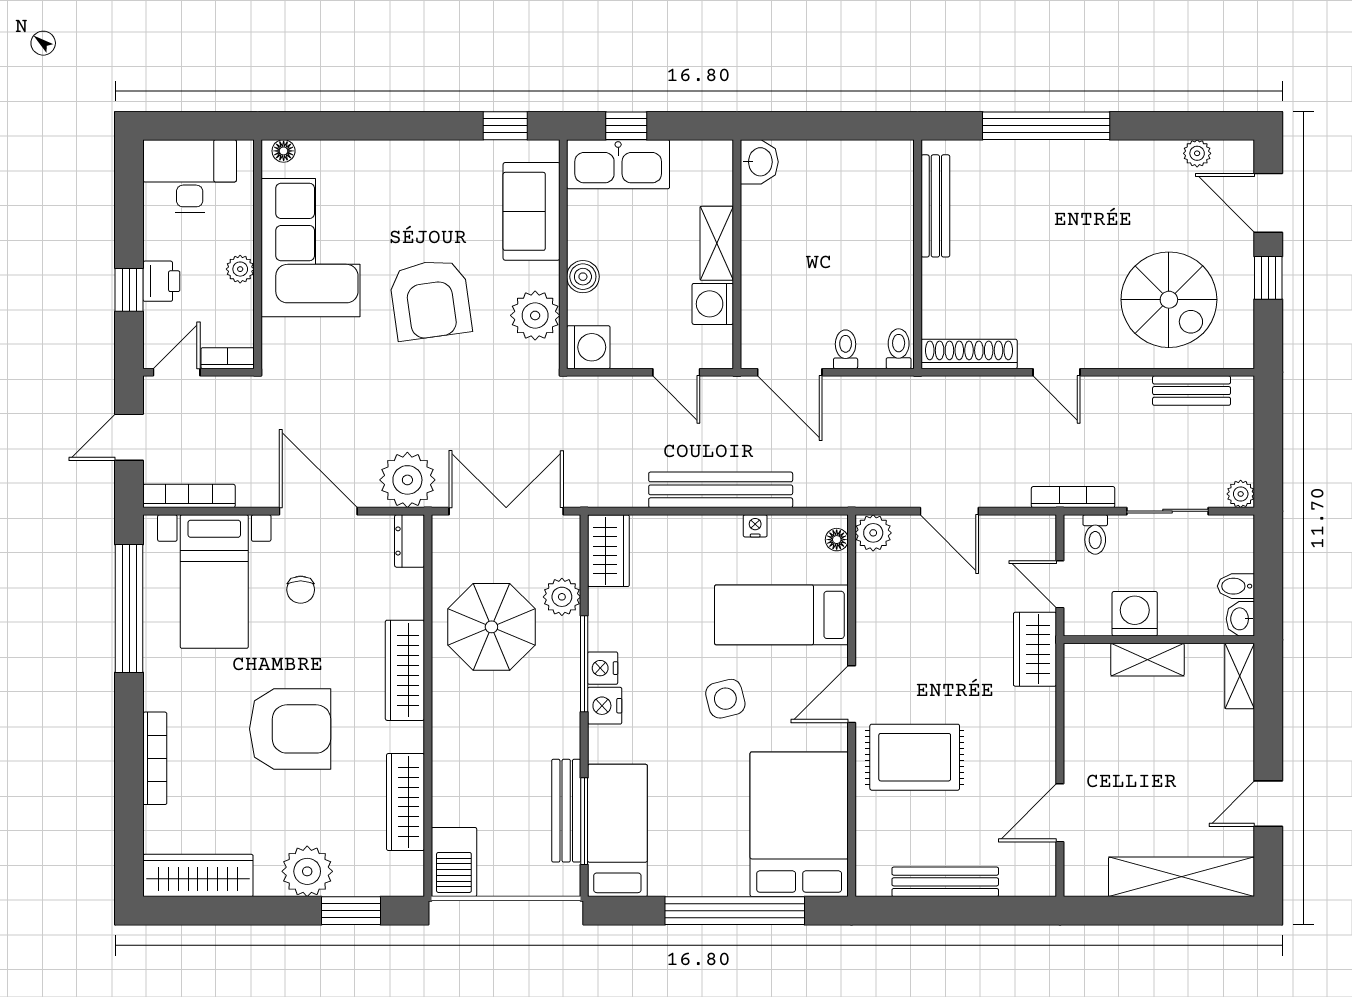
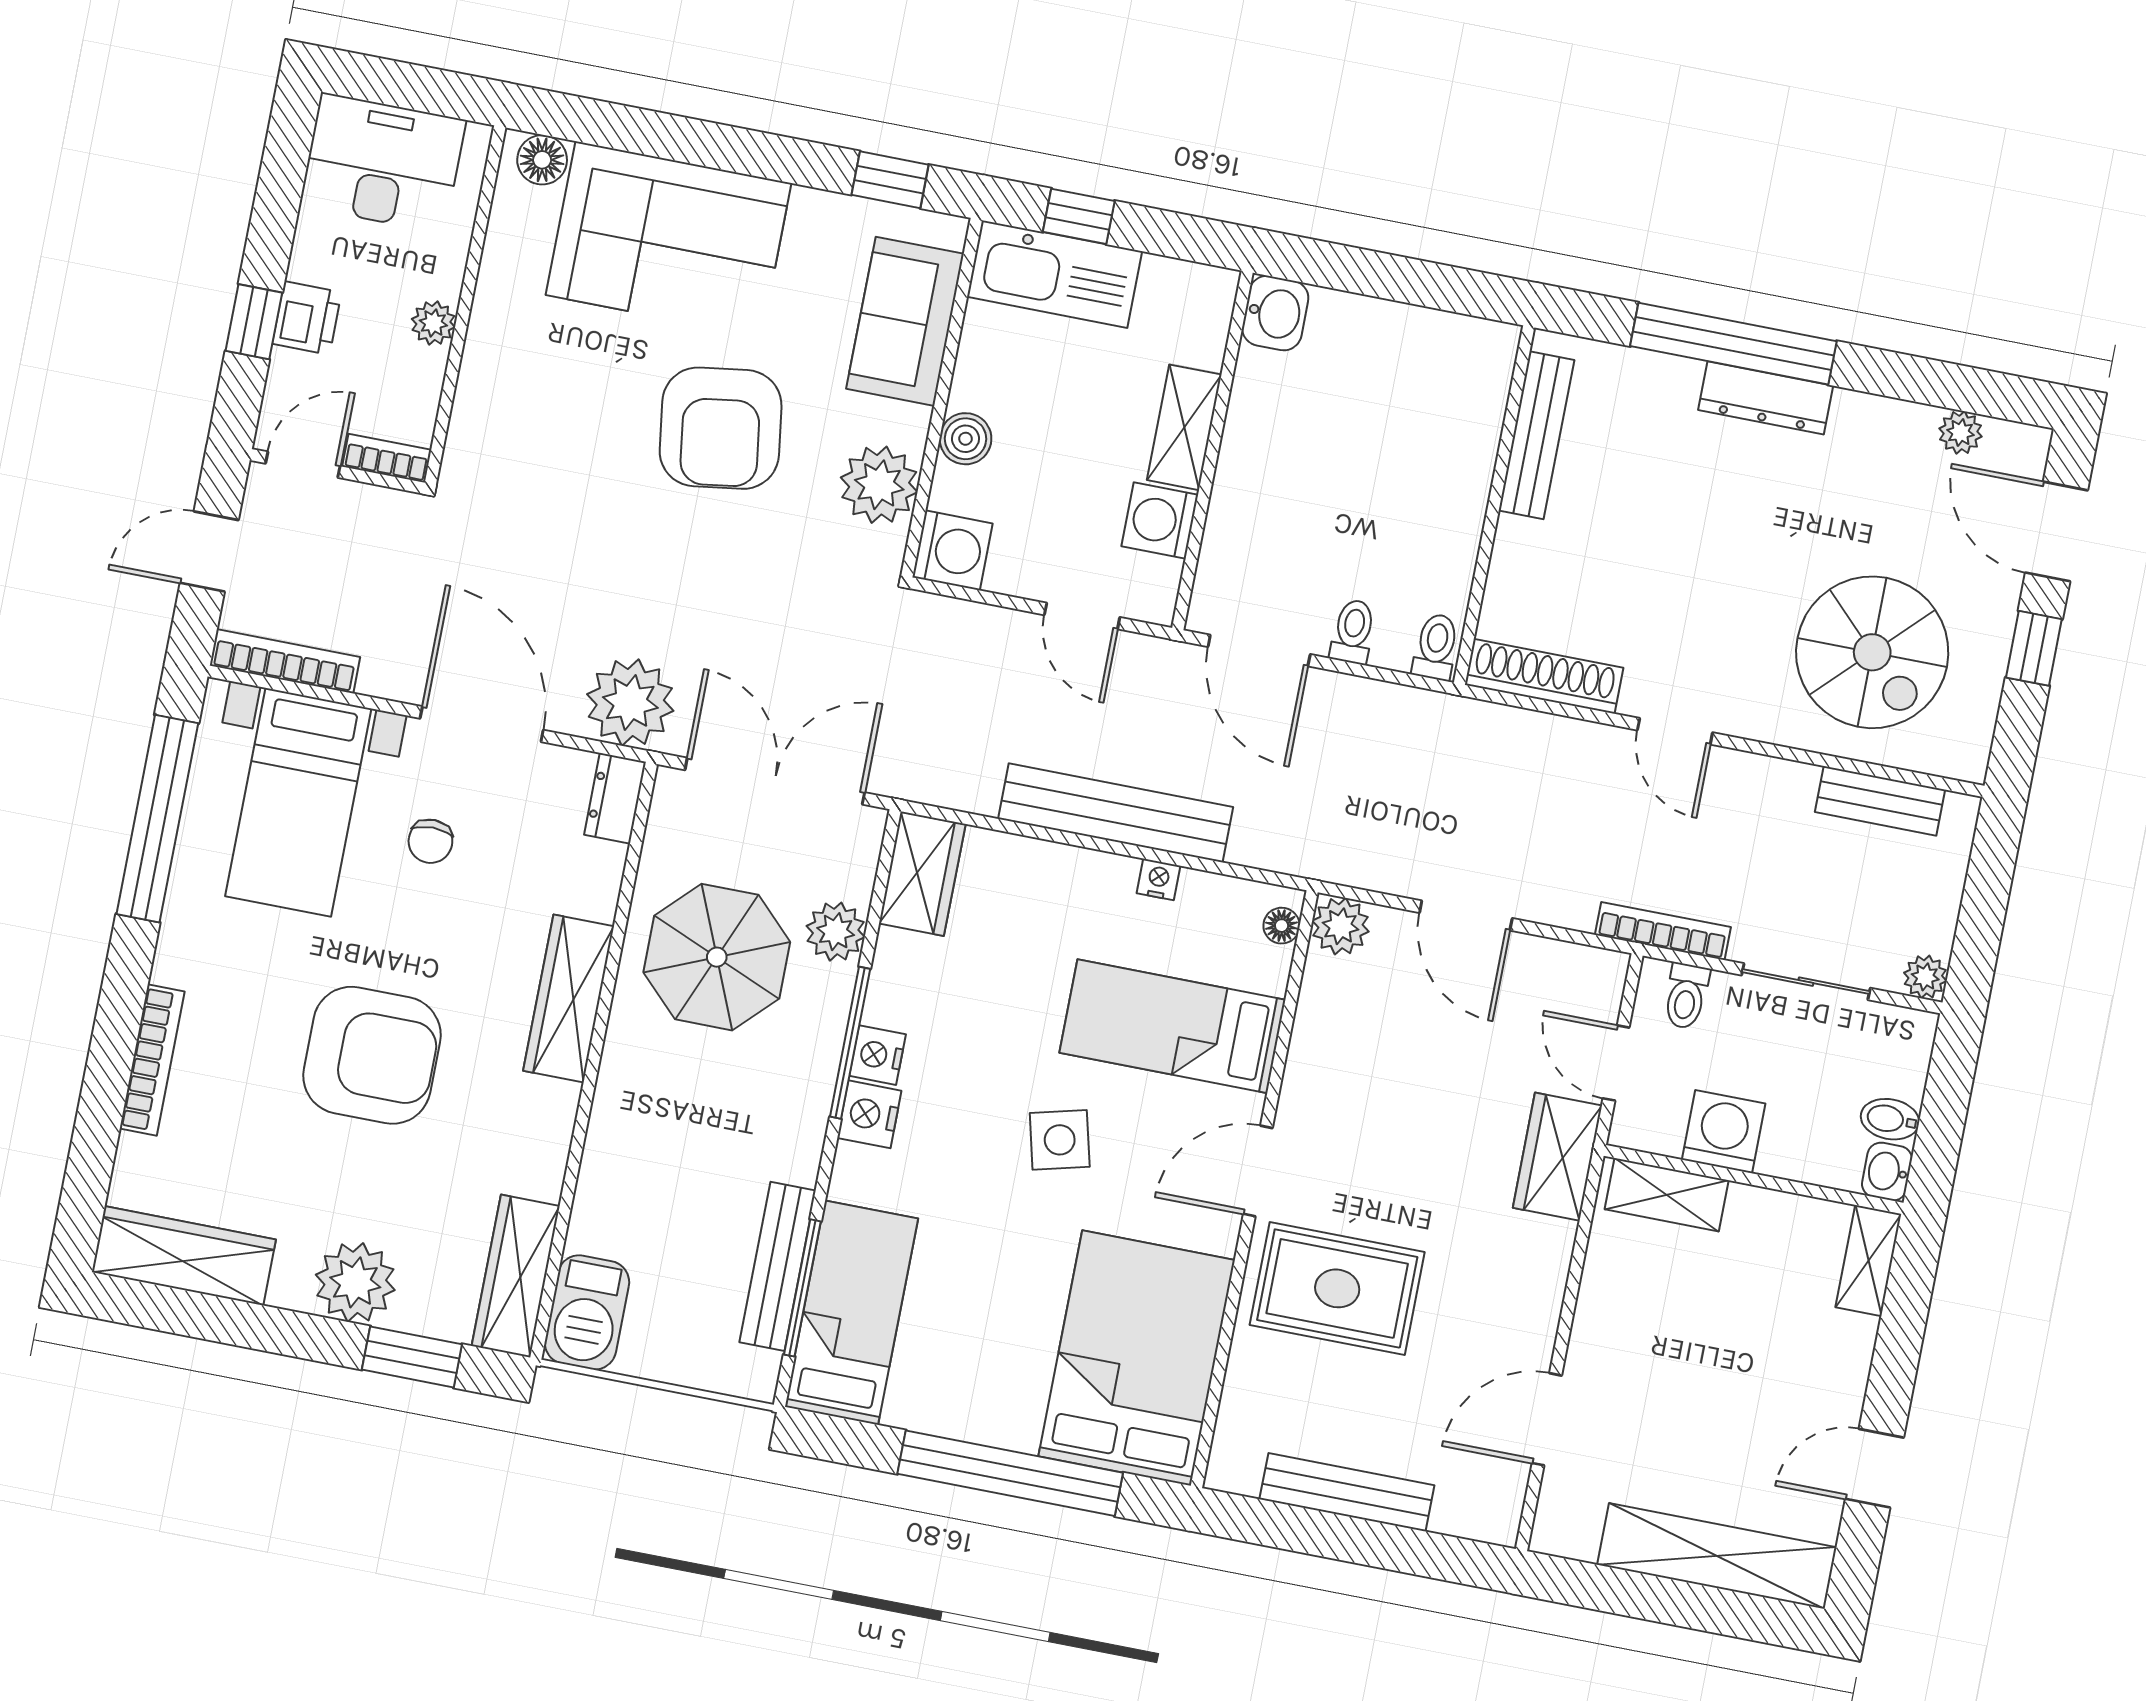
floor lamp: (284, 151) -> (542, 160), width x1.37, depth x1.37
dresser: (1072, 155) -> (1766, 398), added
corner sofa: (310, 248) -> (668, 239), moved, turned 90
shelving: (1147, 660) -> (1667, 1195), moved
wardrobe: (406, 802) -> (516, 1276), moved

